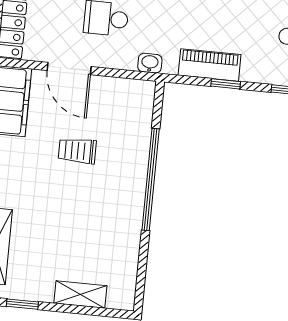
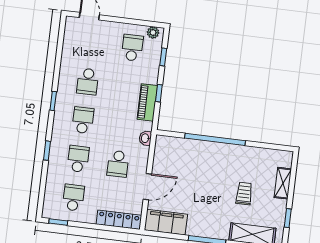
trolley: (77, 151) -> (244, 194), moved, turned 180

